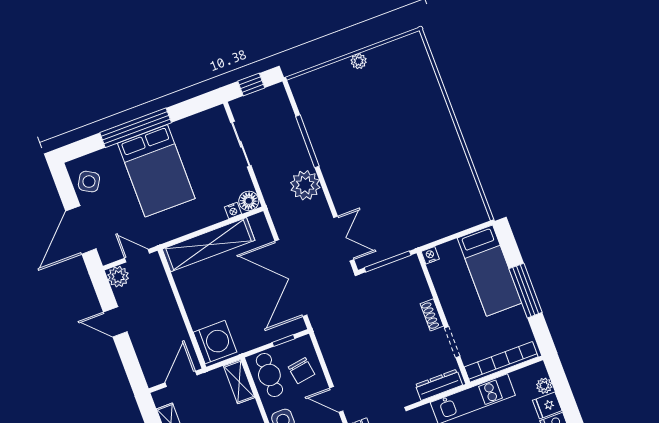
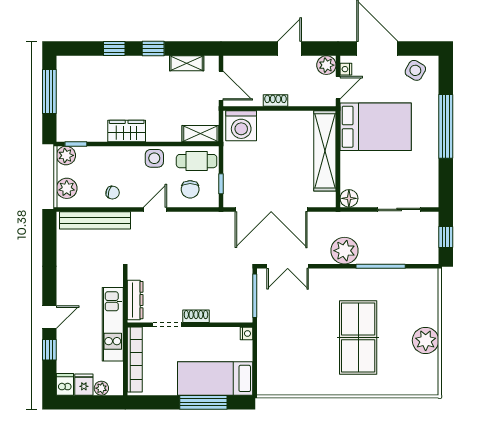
plant: (359, 61) -> (426, 340), width x1.87, depth x1.87
table tennis table: (391, 137) -> (358, 337), added
bed: (156, 171) -> (376, 127), moved, turned 180
nightstand: (233, 211) -> (346, 69), moved
double door: (291, 278) -> (271, 209), swing flipped
window: (526, 291) -> (203, 402), moved
shoe rack: (175, 316) -> (276, 100), added
chair: (301, 371) -> (190, 189), turned -81

